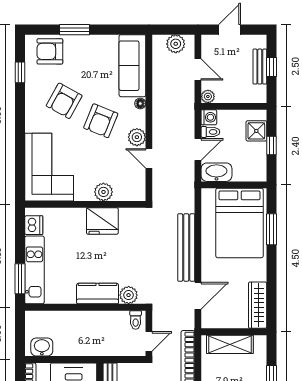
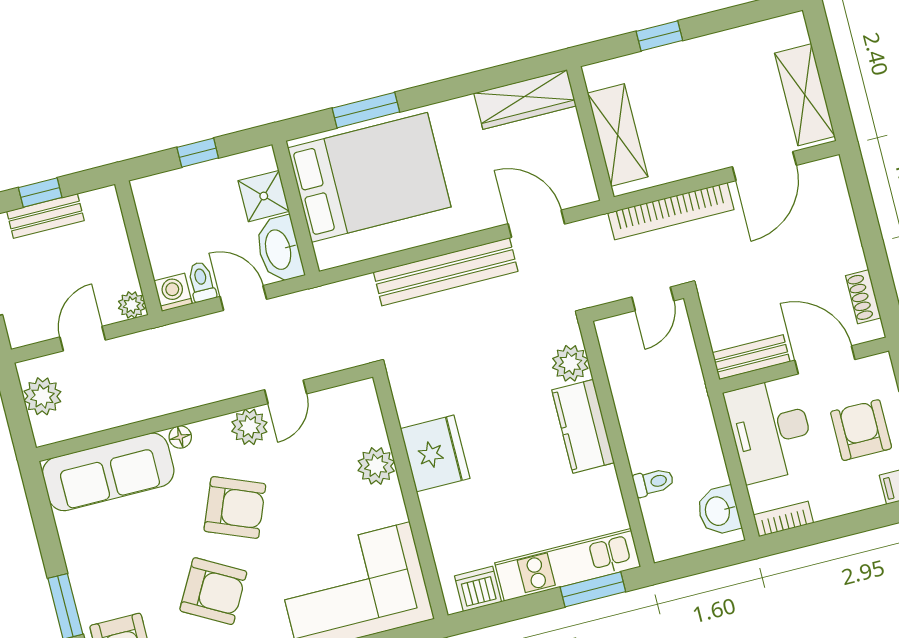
shower: (256, 131) -> (264, 196), moved
toilet: (136, 320) -> (653, 482), moved
door: (149, 341) -> (653, 299), swing flipped

